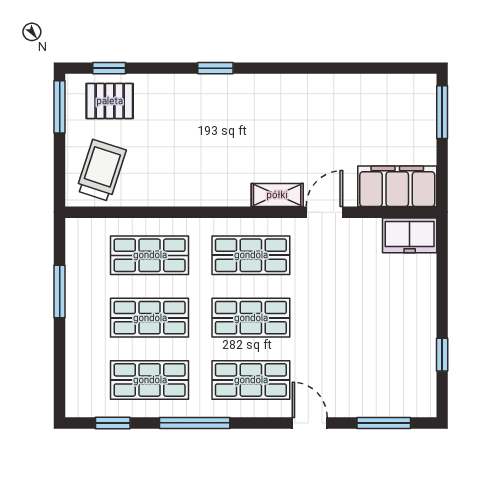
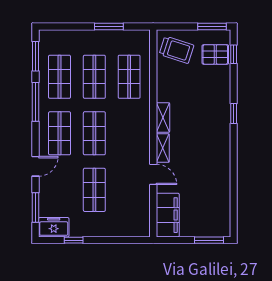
pallet: (110, 101) -> (215, 54), turned 90
shelving: (223, 195) -> (163, 118), added
freezer: (410, 235) -> (54, 227), moved, turned 90
shop shelf: (251, 255) -> (94, 190), moved
window: (113, 423) -> (36, 56), width x1.50

